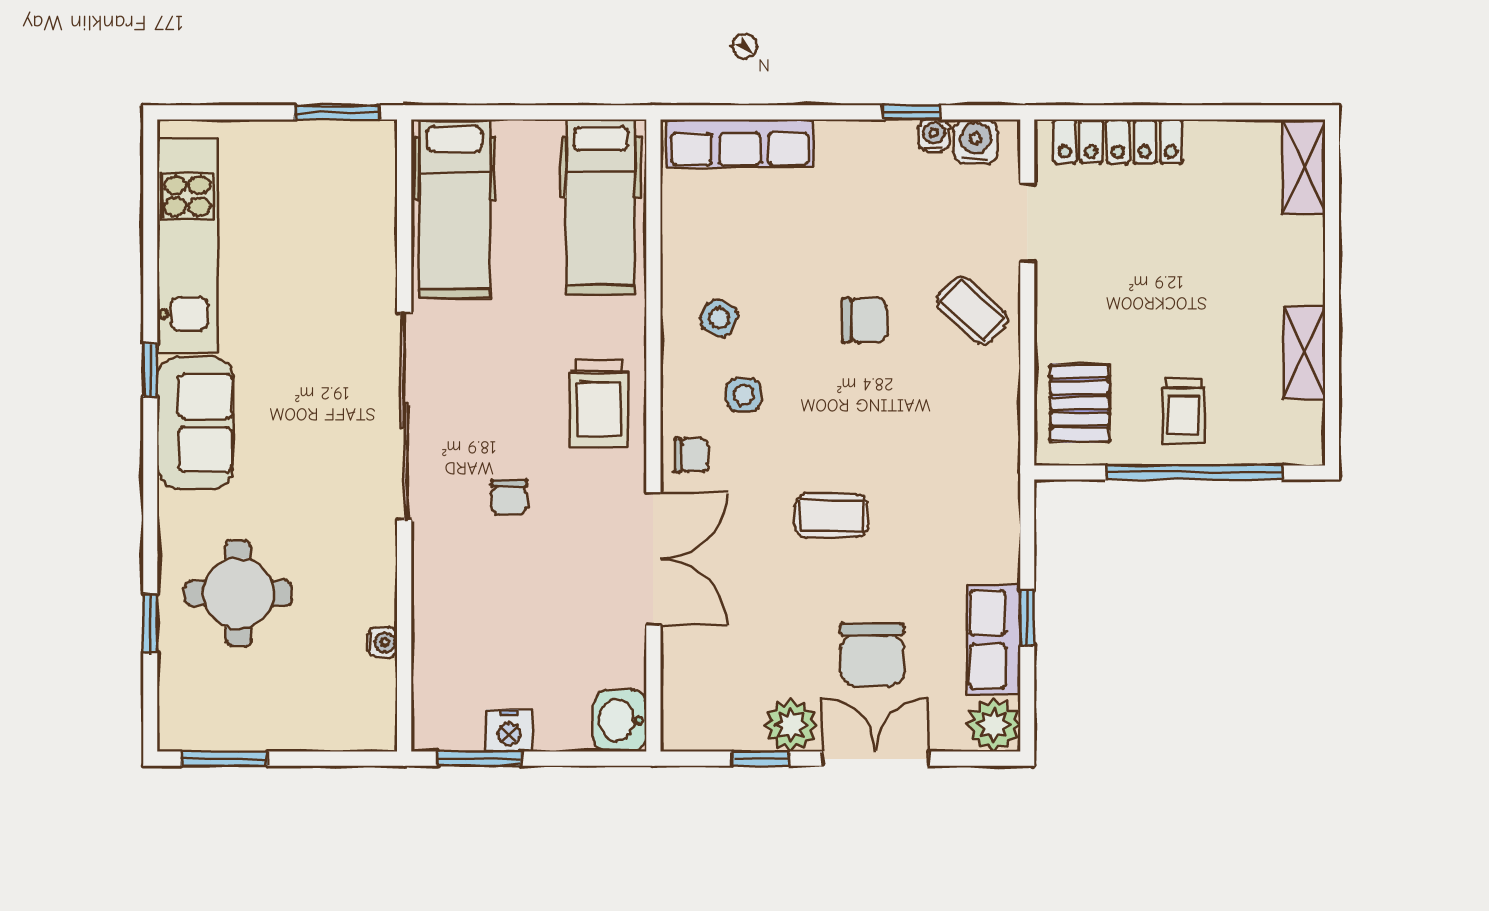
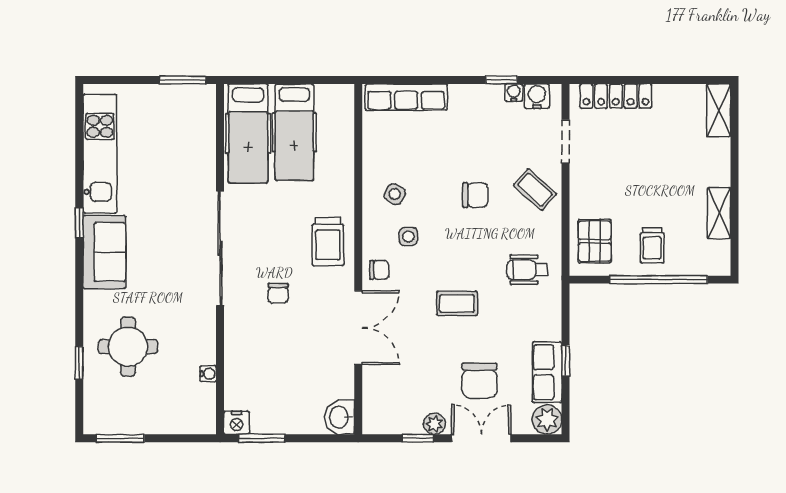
hospital bed: (601, 207) -> (294, 132), moved
wheelchair: (958, 455) -> (527, 270), added
plant: (791, 725) -> (434, 424), width x0.73, depth x0.73
nightstand: (509, 731) -> (237, 423), moved

